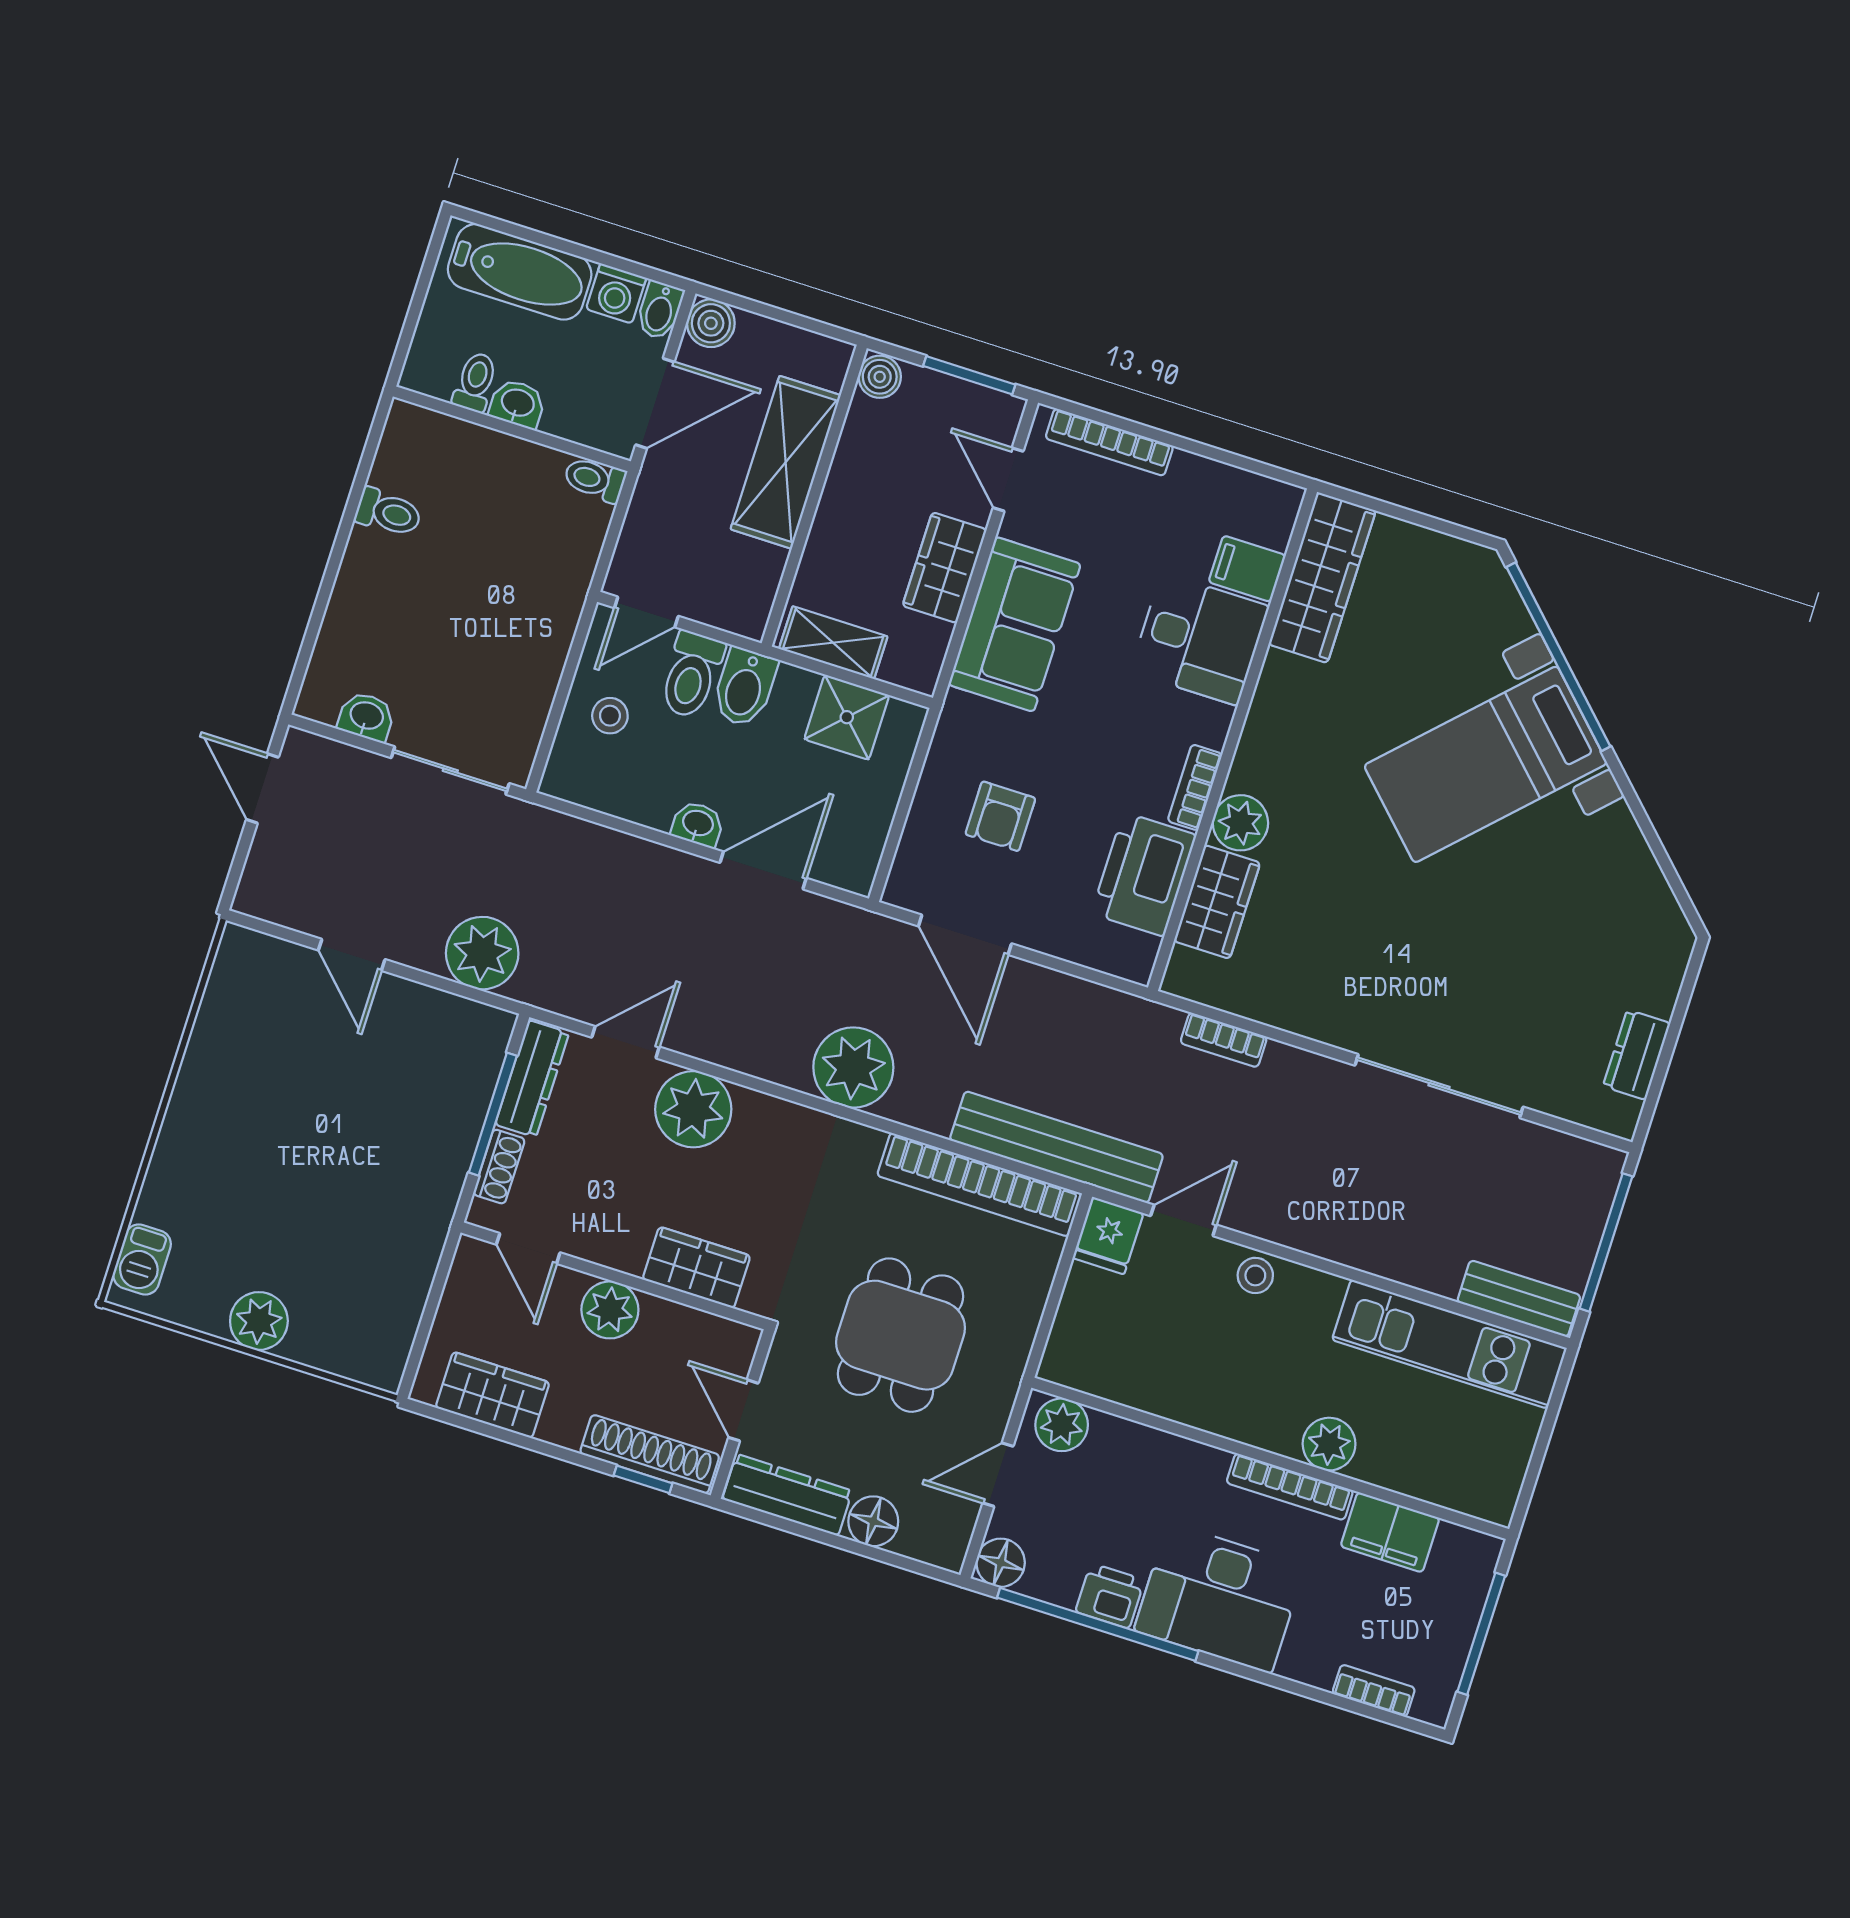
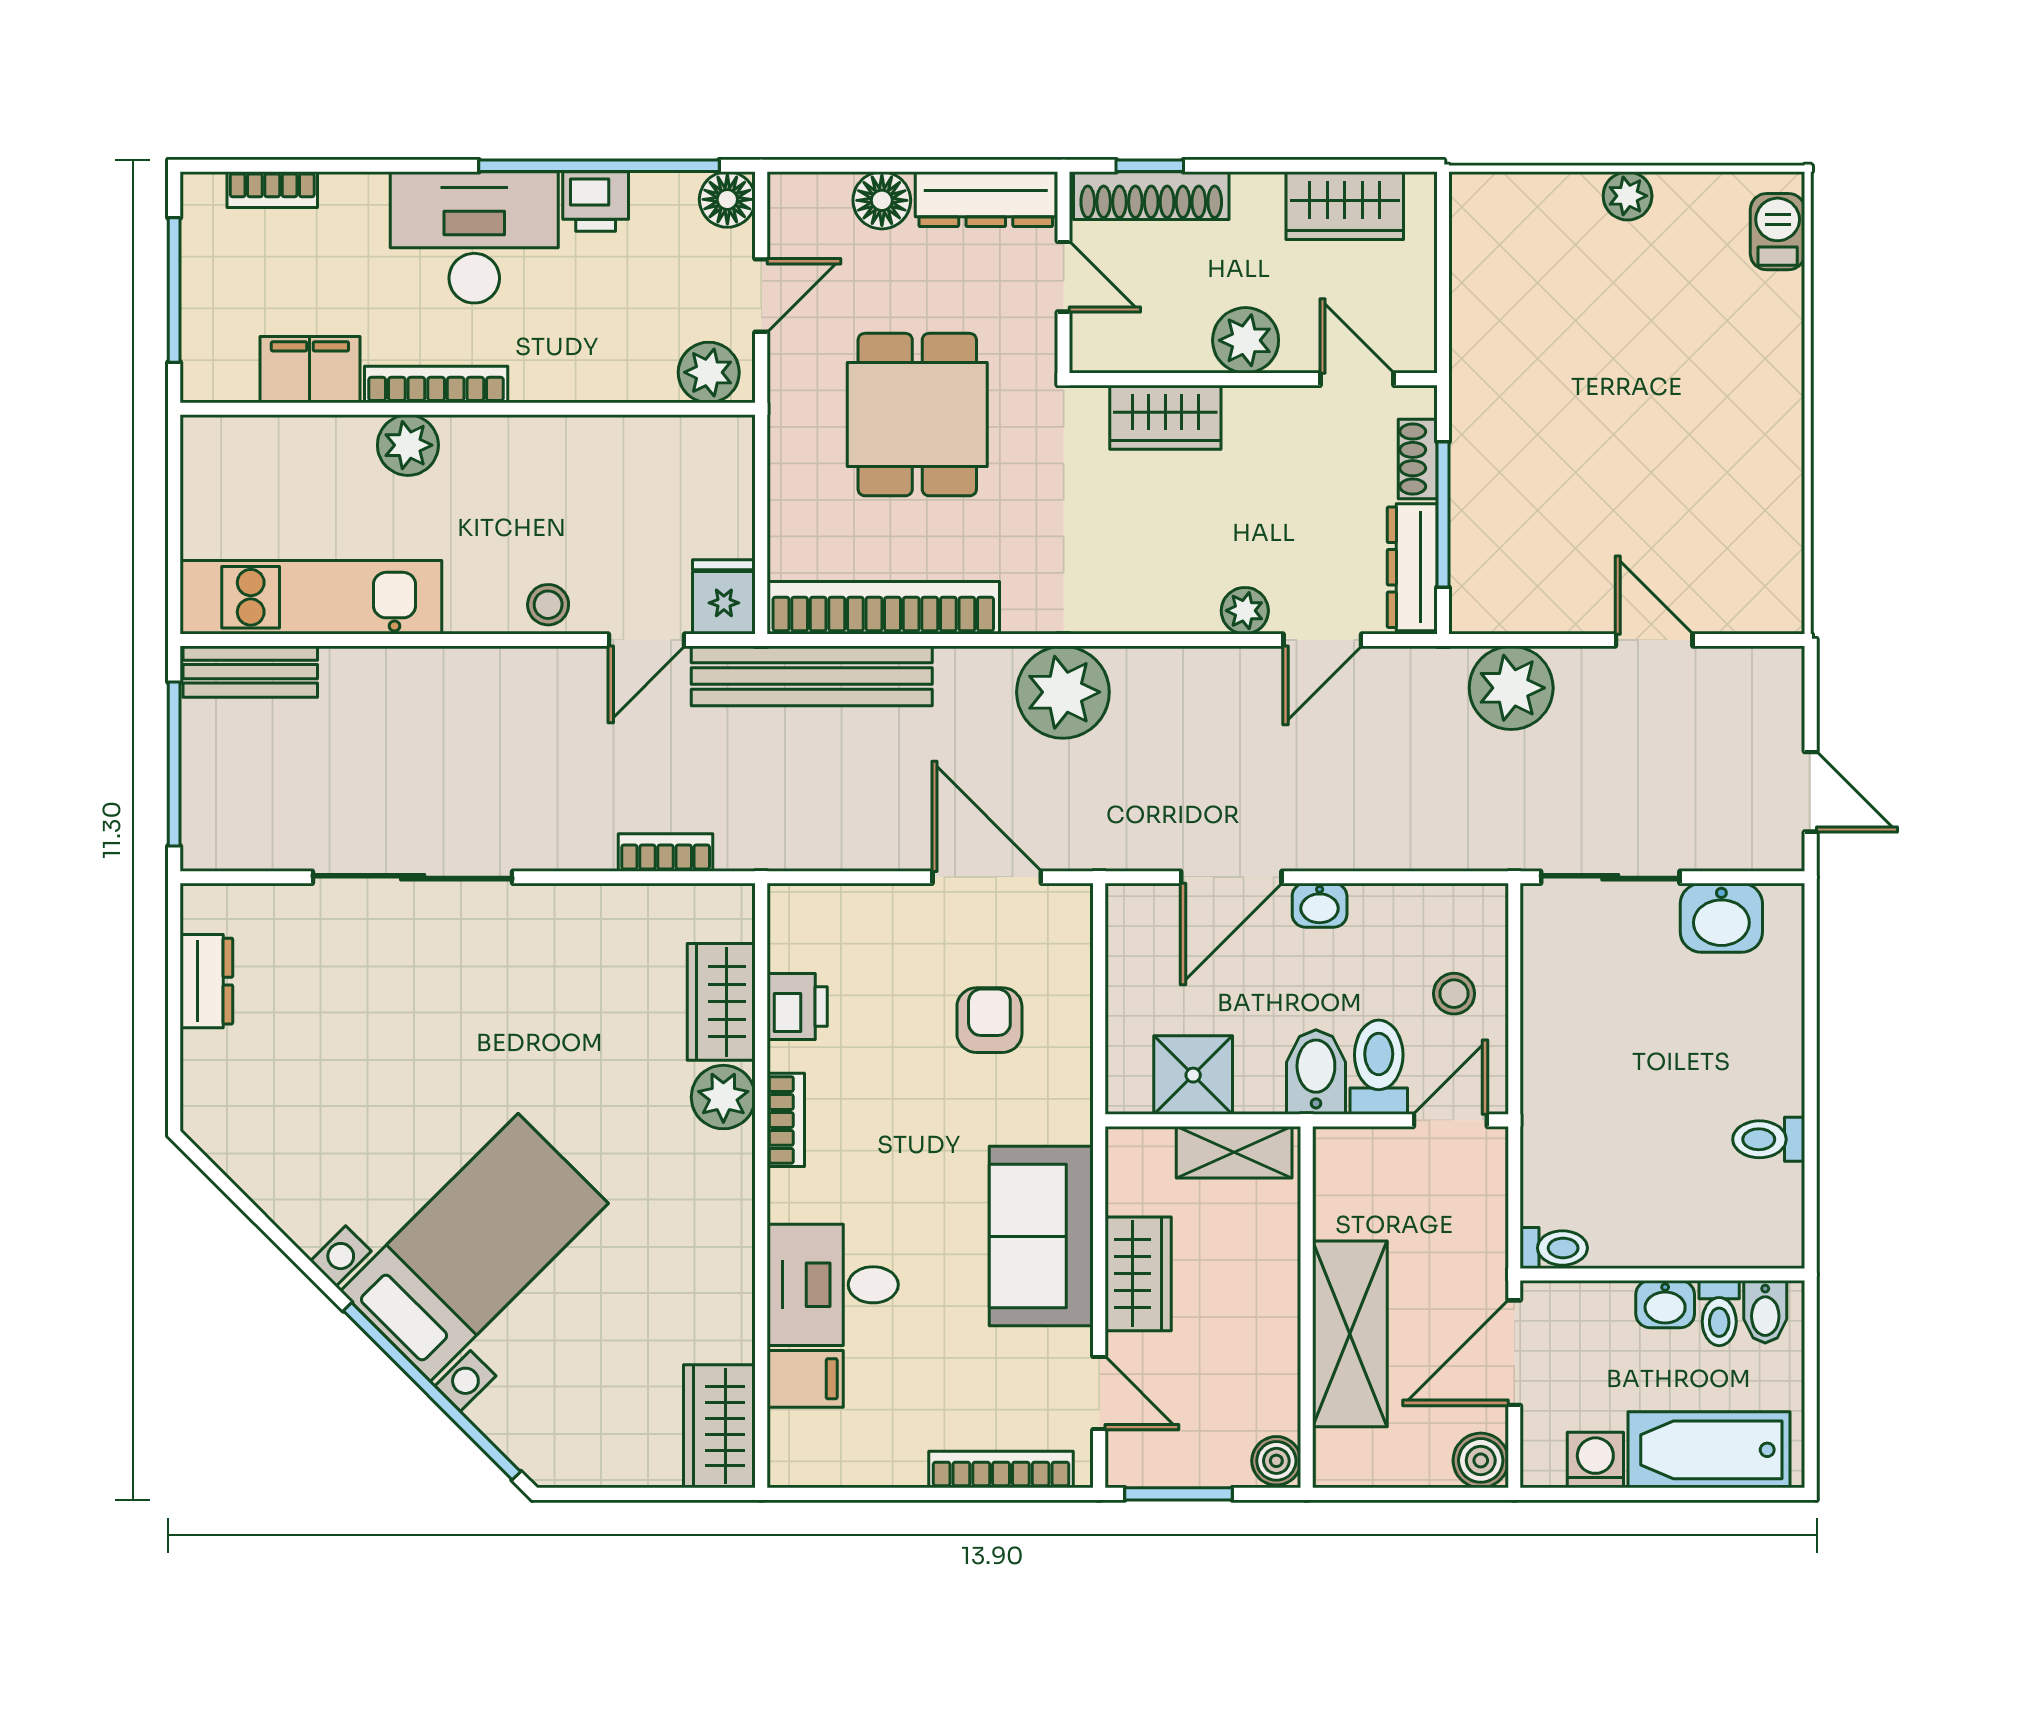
bidet: (660, 310) -> (1765, 1312), moved, turned 180
wardrobe: (1322, 578) -> (719, 1426), width x0.67
washbasin: (366, 717) -> (1721, 918), width x1.38, depth x1.45
printer: (1144, 874) -> (797, 1007), width x0.53, depth x0.68
plant: (693, 1109) -> (1245, 611), width x0.53, depth x0.53
plant: (259, 1321) -> (1628, 196), width x0.73, depth x0.73

